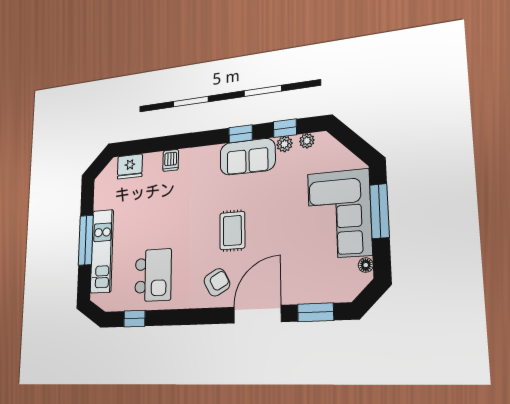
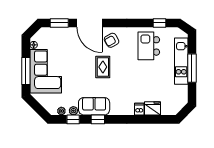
fridge: (130, 166) -> (153, 108), moved
door: (257, 314) -> (89, 23), hinge flipped

